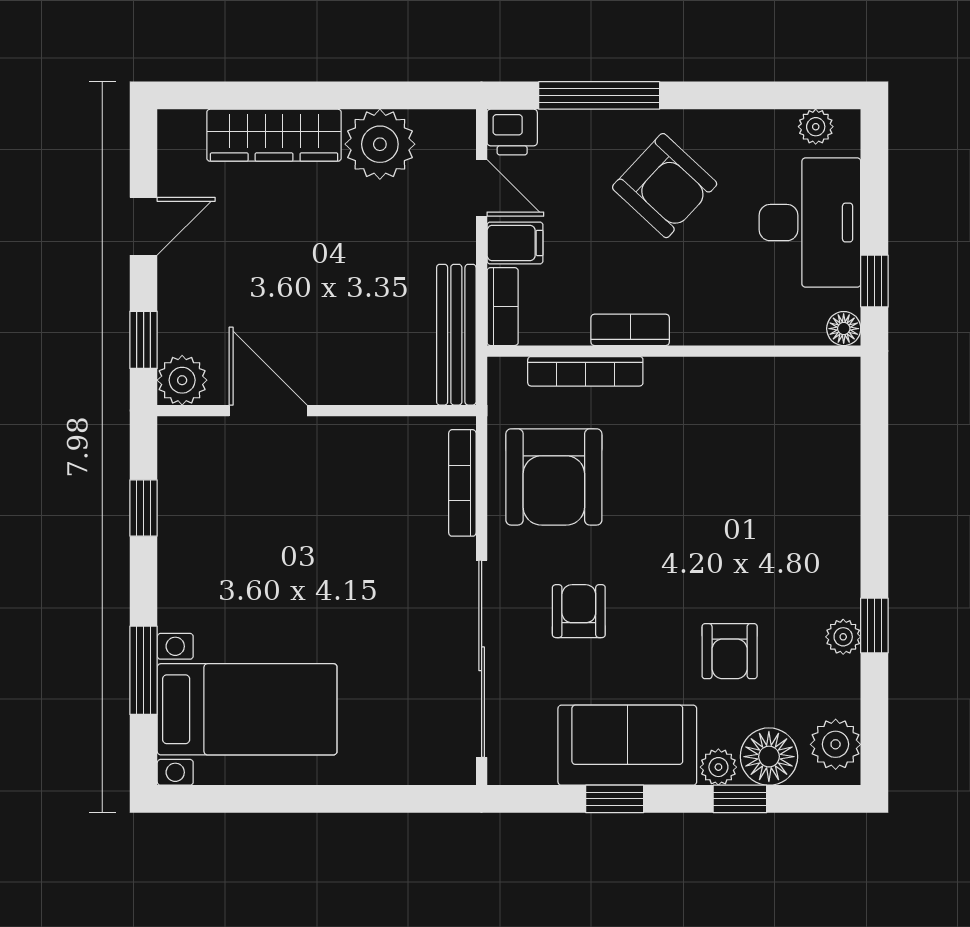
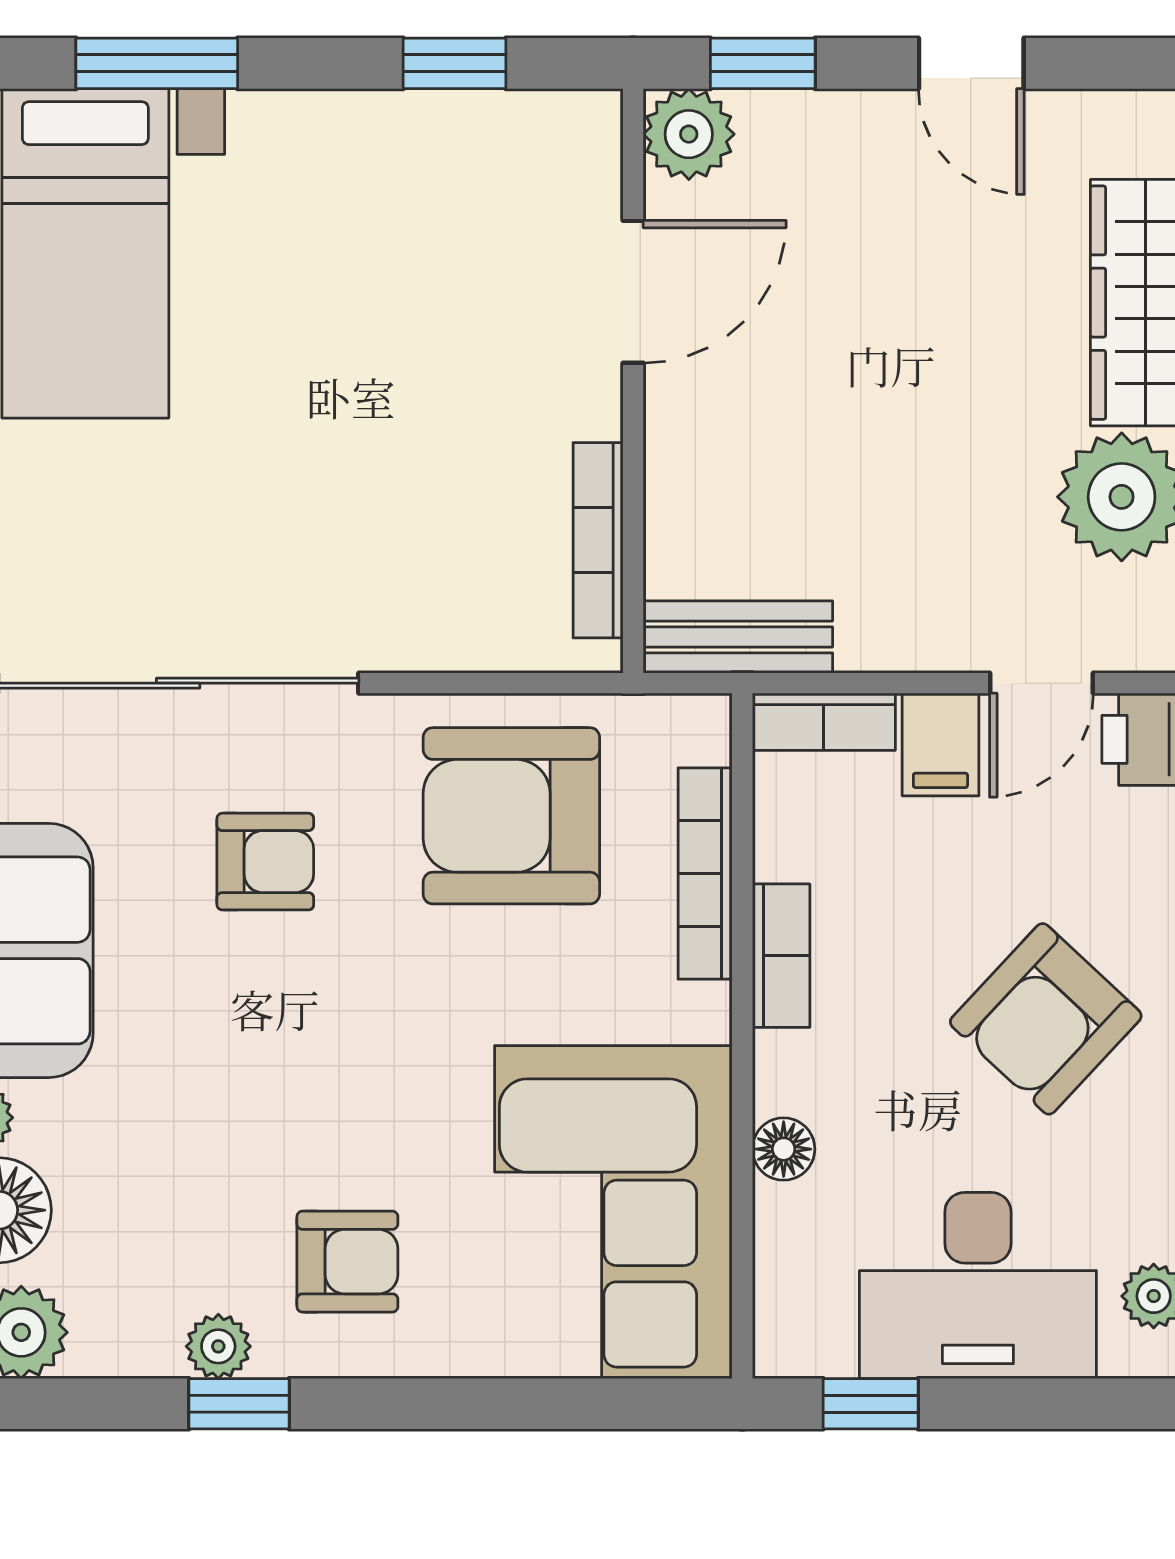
floor lamp: (844, 329) -> (784, 1149), moved
bench: (456, 335) -> (738, 637), width x0.73
corner sofa: (770, 421) -> (613, 1212), added
bookcase: (462, 483) -> (598, 540), moved, turned -90
armchair: (730, 651) -> (347, 1262), moved, turned 180

